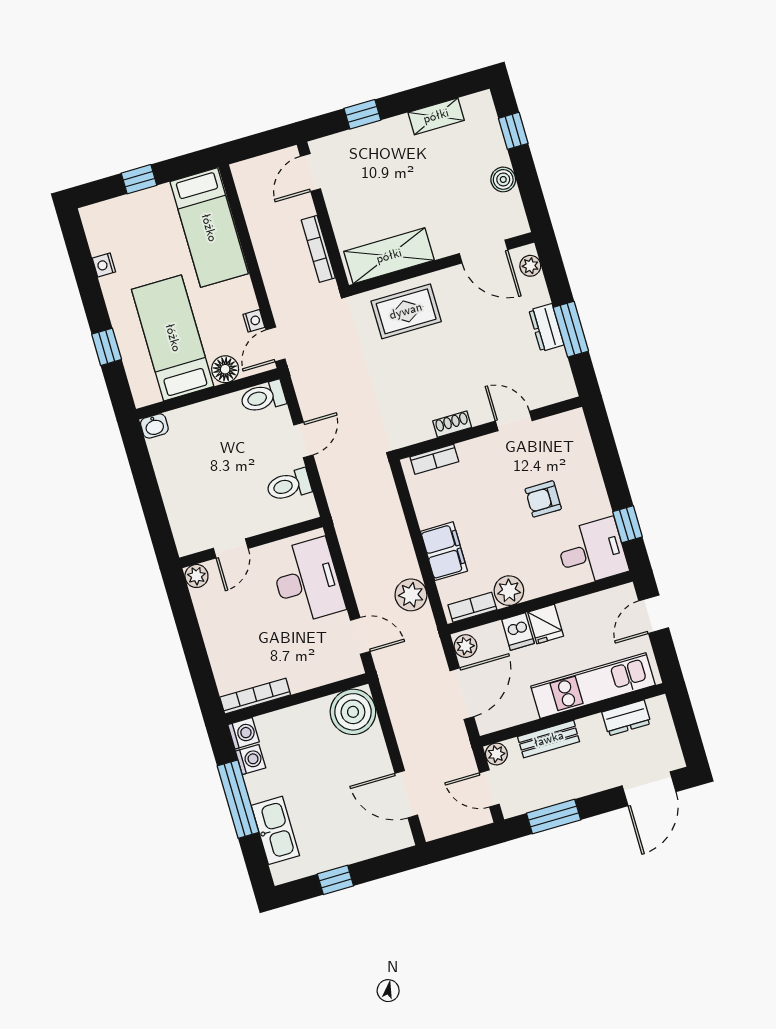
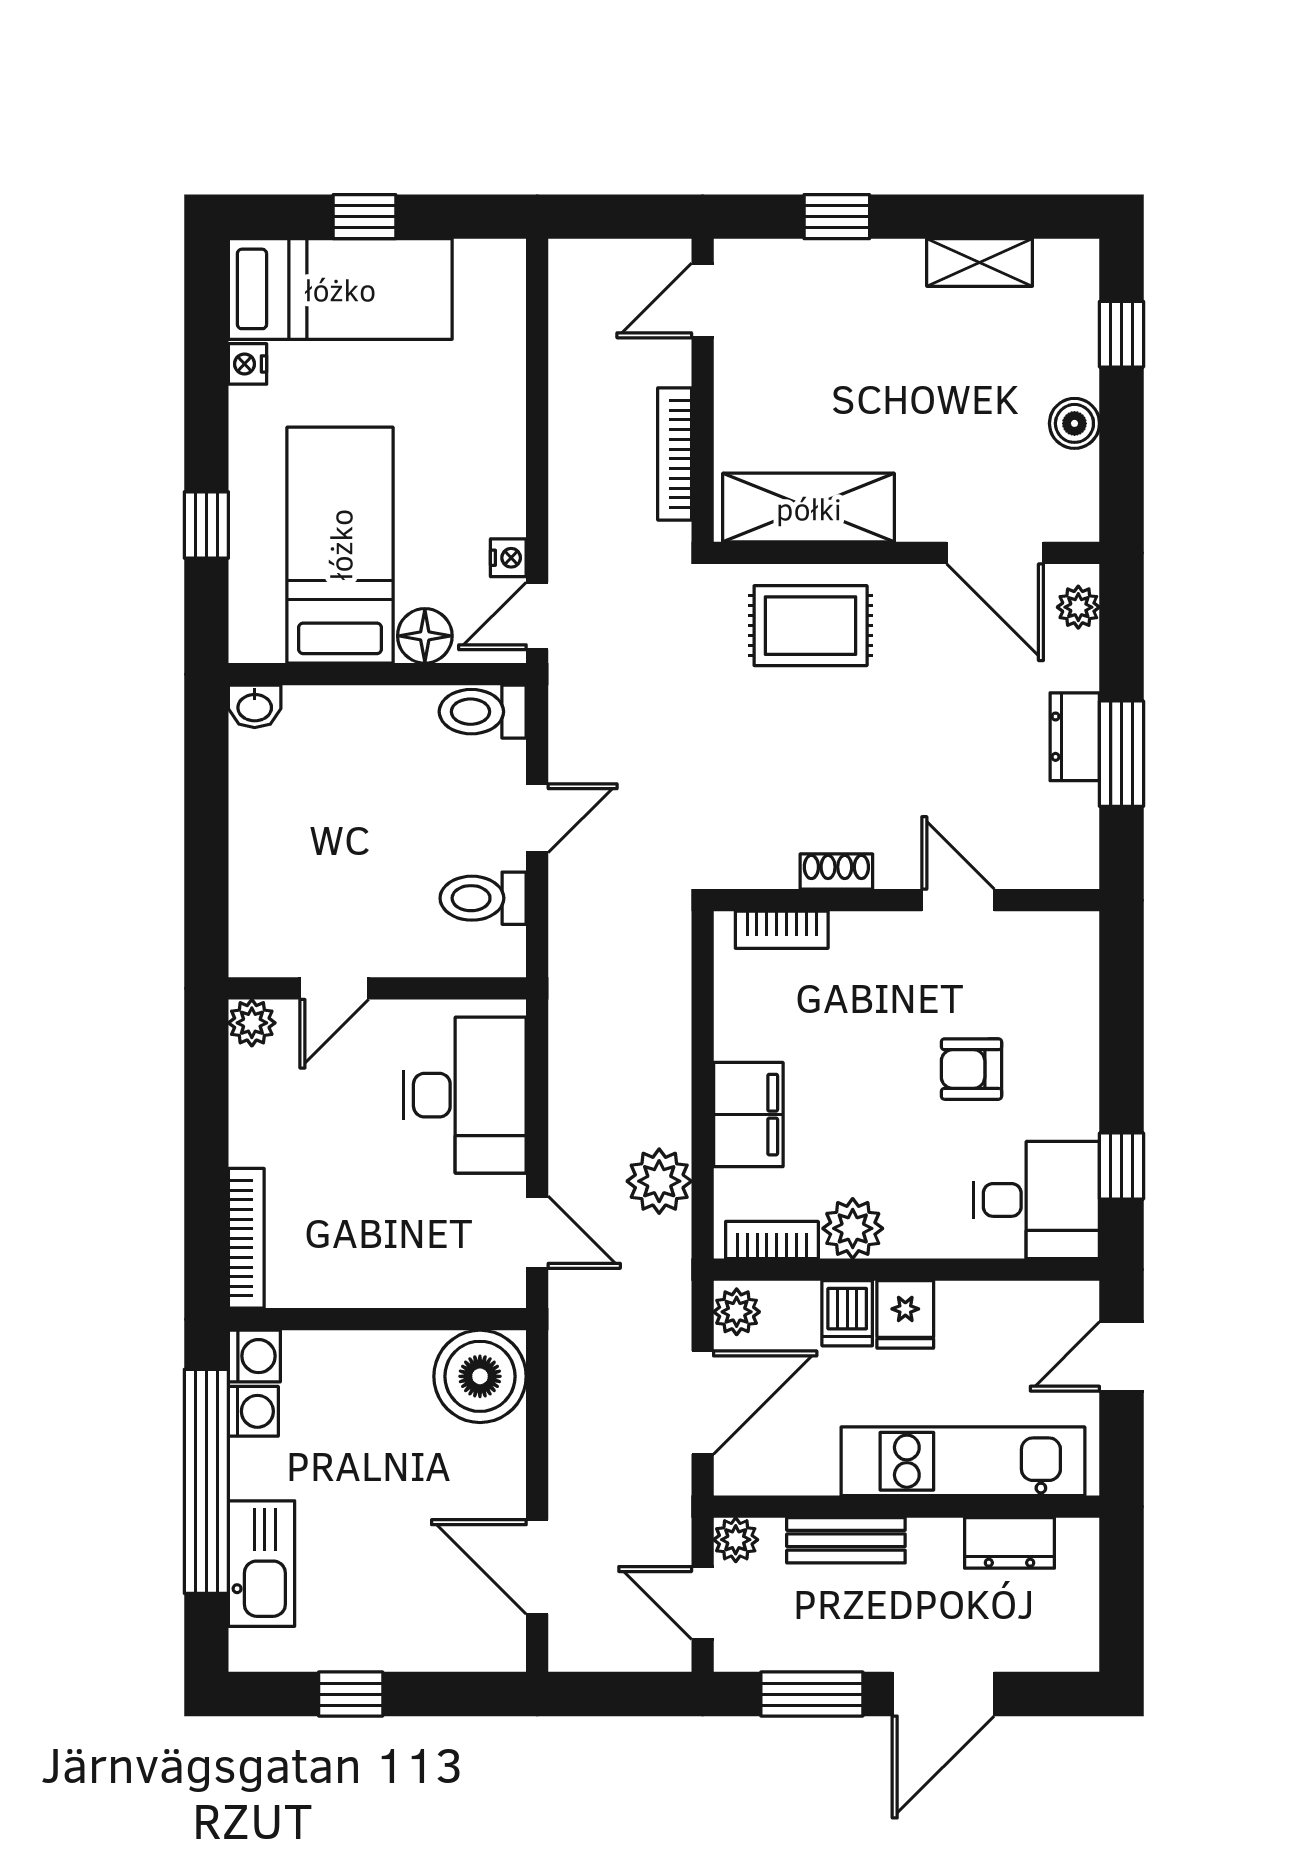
bed: (209, 228) -> (340, 289), moved, turned -90
bookcase: (255, 696) -> (246, 1238), moved, turned 90
door: (649, 789) -> (943, 1694), moved
window: (238, 799) -> (206, 1481), width x1.46

